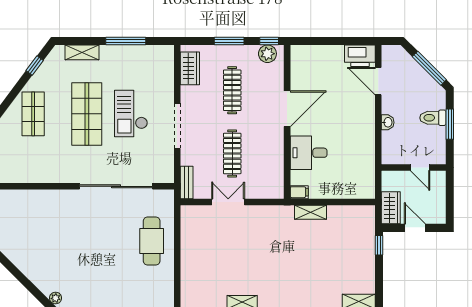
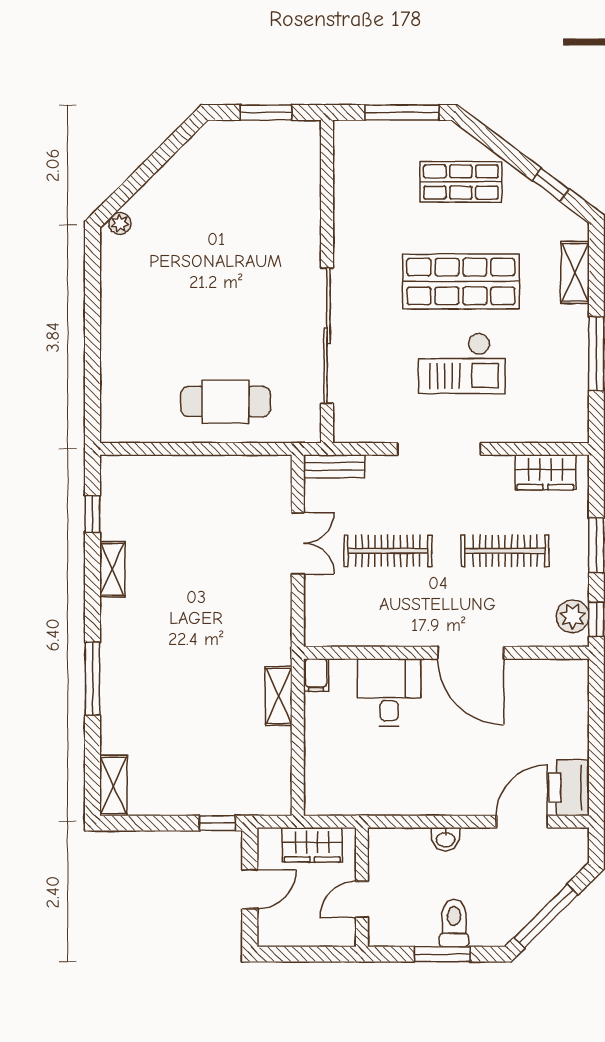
checkout: (131, 113) -> (462, 363), turned 180
wardrobe: (391, 208) -> (312, 845), moved

